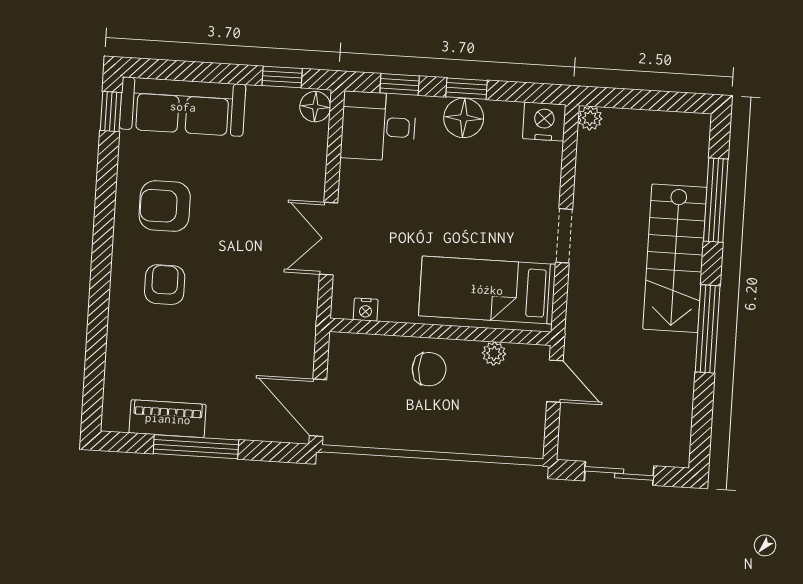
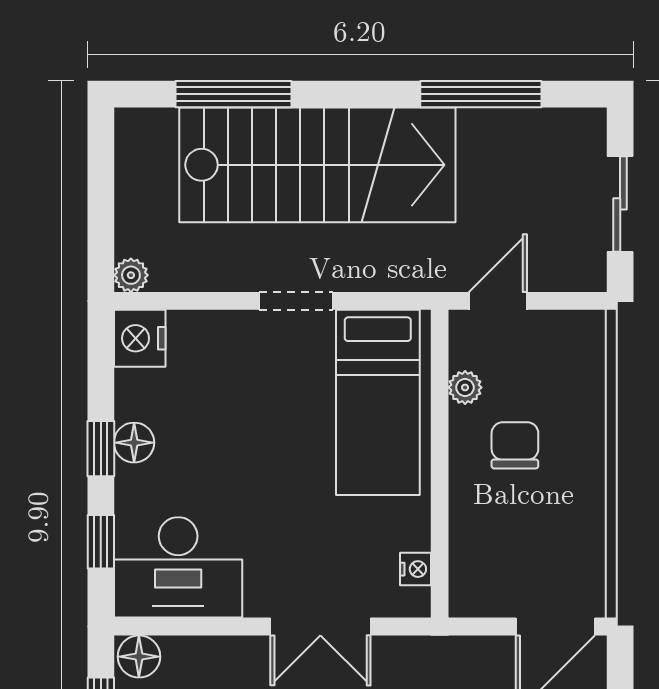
floor lamp: (464, 118) -> (134, 443), width x0.73, depth x0.73
desk: (378, 126) -> (178, 567), width x1.37
stairs: (675, 258) -> (317, 165), width x1.36, depth x1.51
window: (708, 329) -> (481, 94), moved
chair: (429, 369) -> (515, 445), moved

